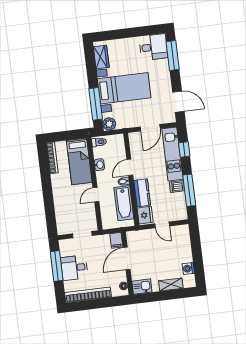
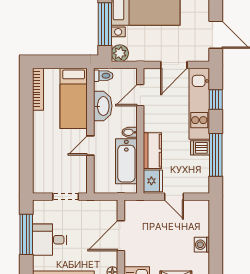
washbasin: (99, 165) -> (103, 106), width x1.91, depth x1.45
door: (130, 167) -> (140, 95), moved
filing cabinet: (116, 240) -> (110, 210), removed
washing machine: (188, 268) -> (202, 245), moved

